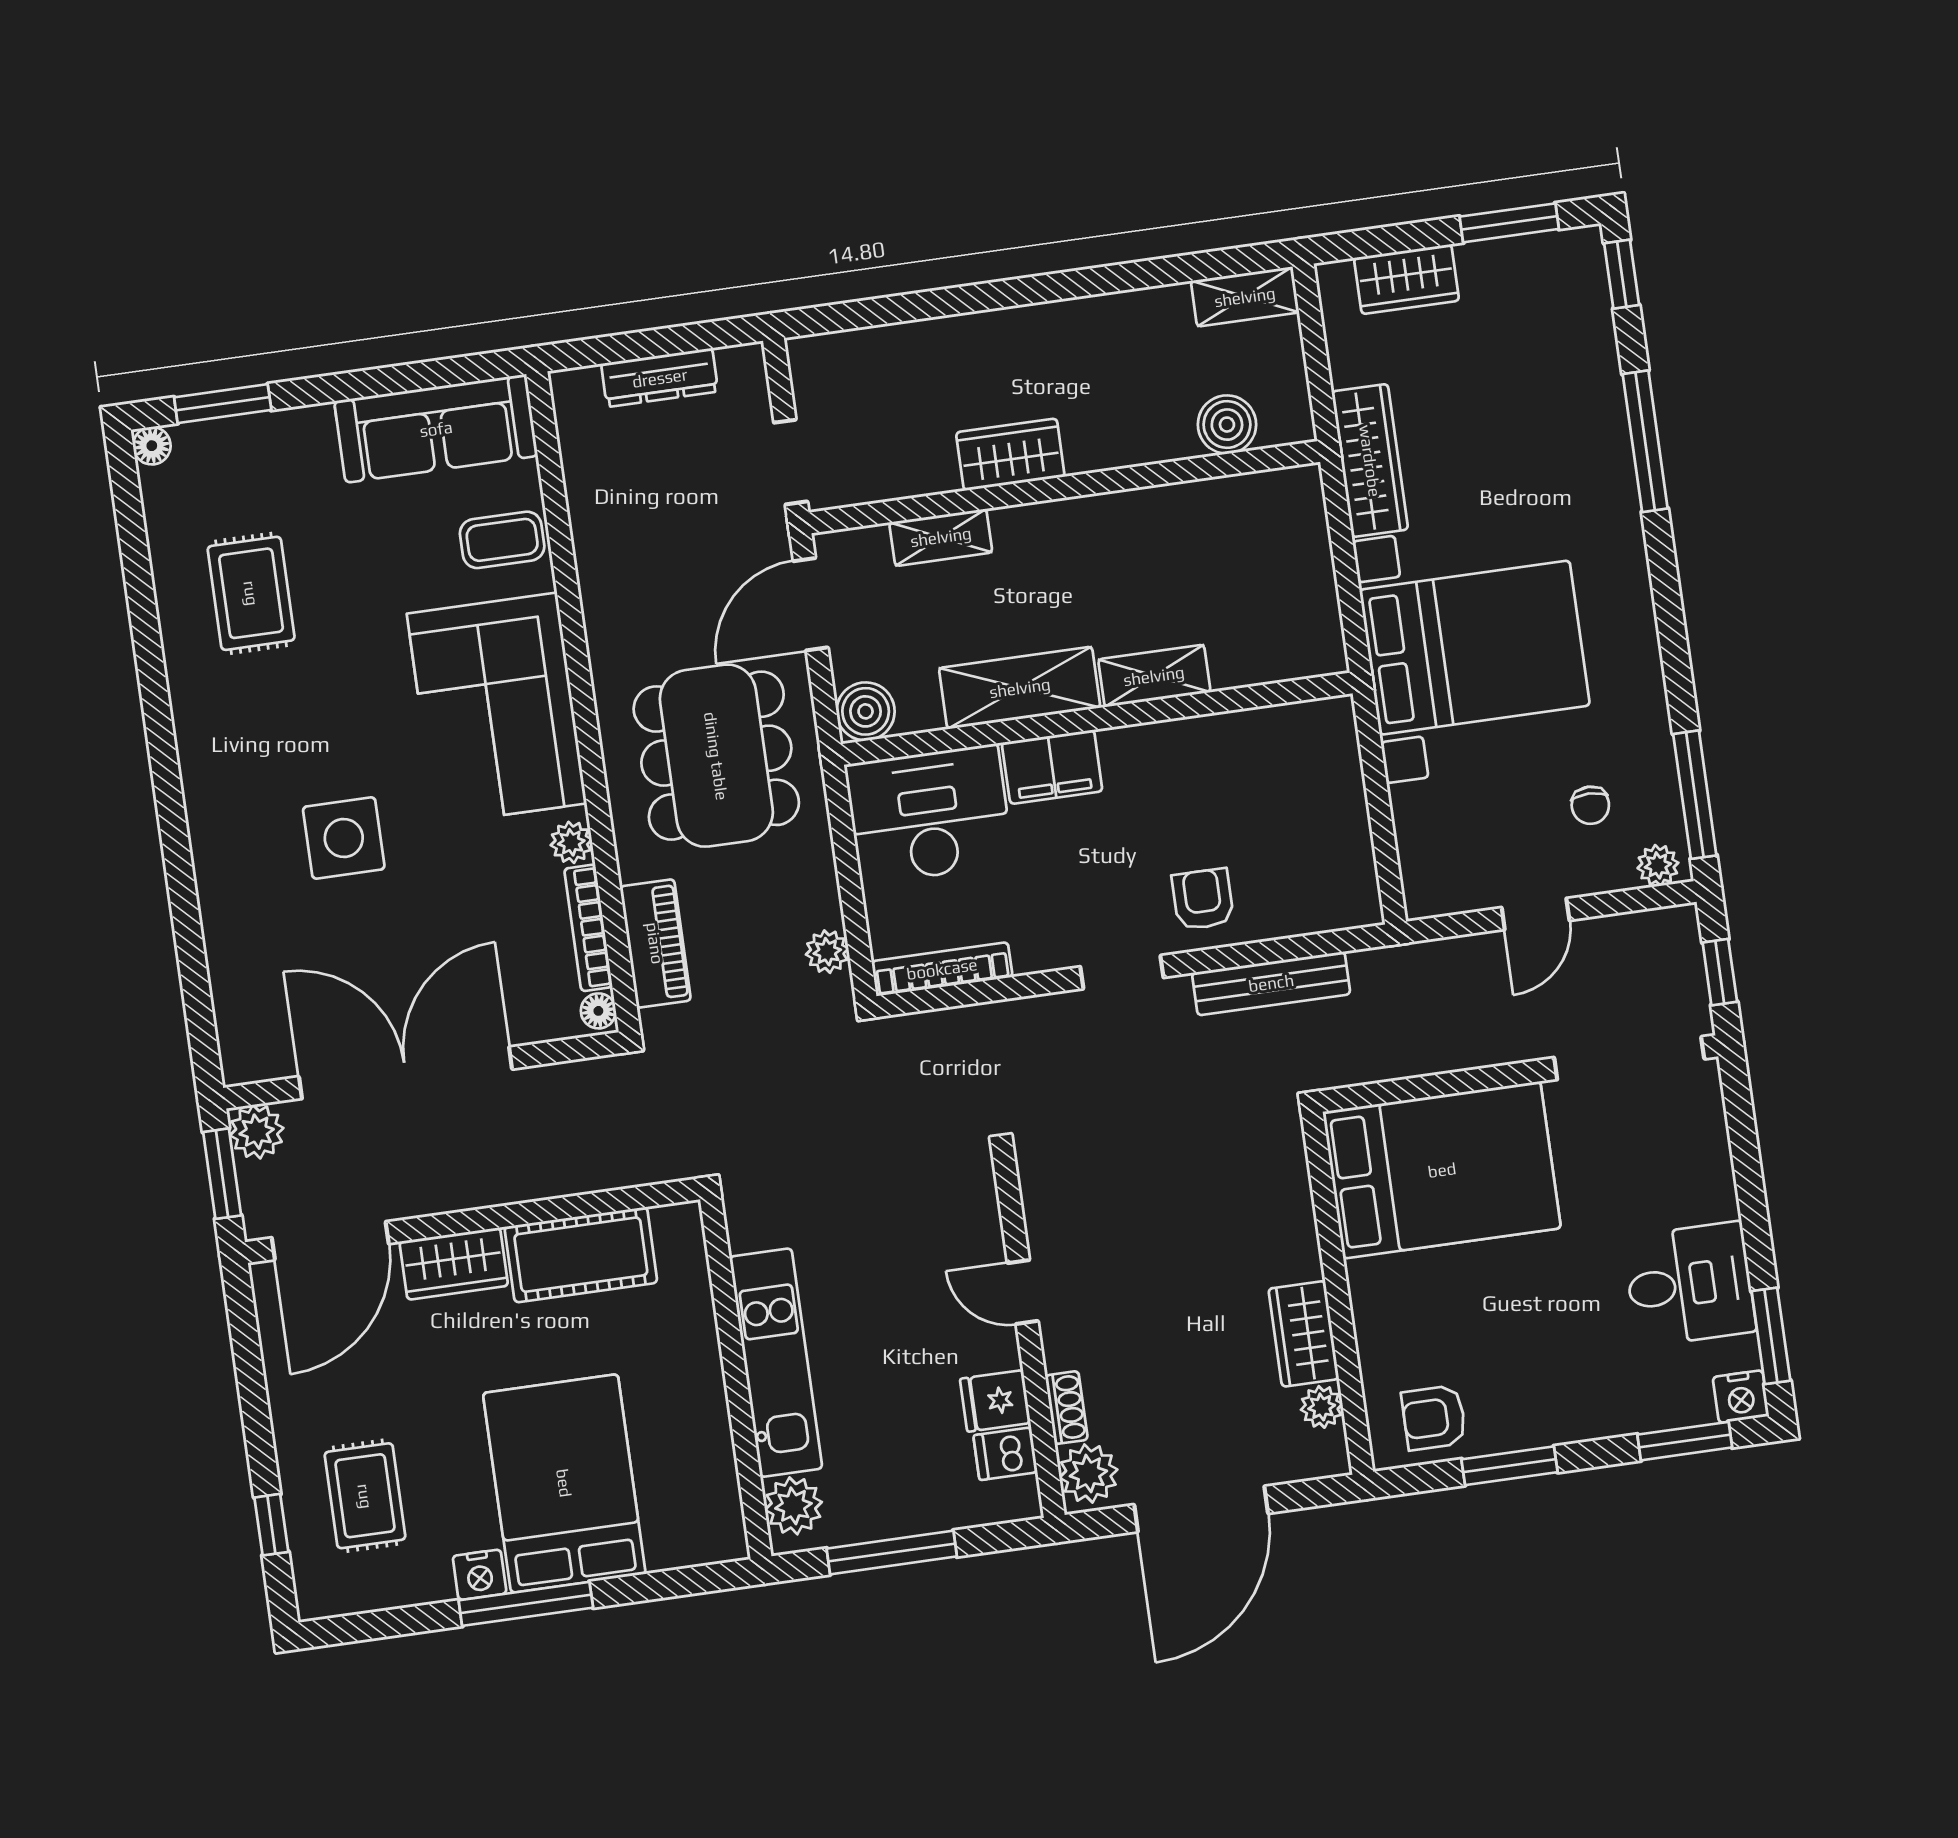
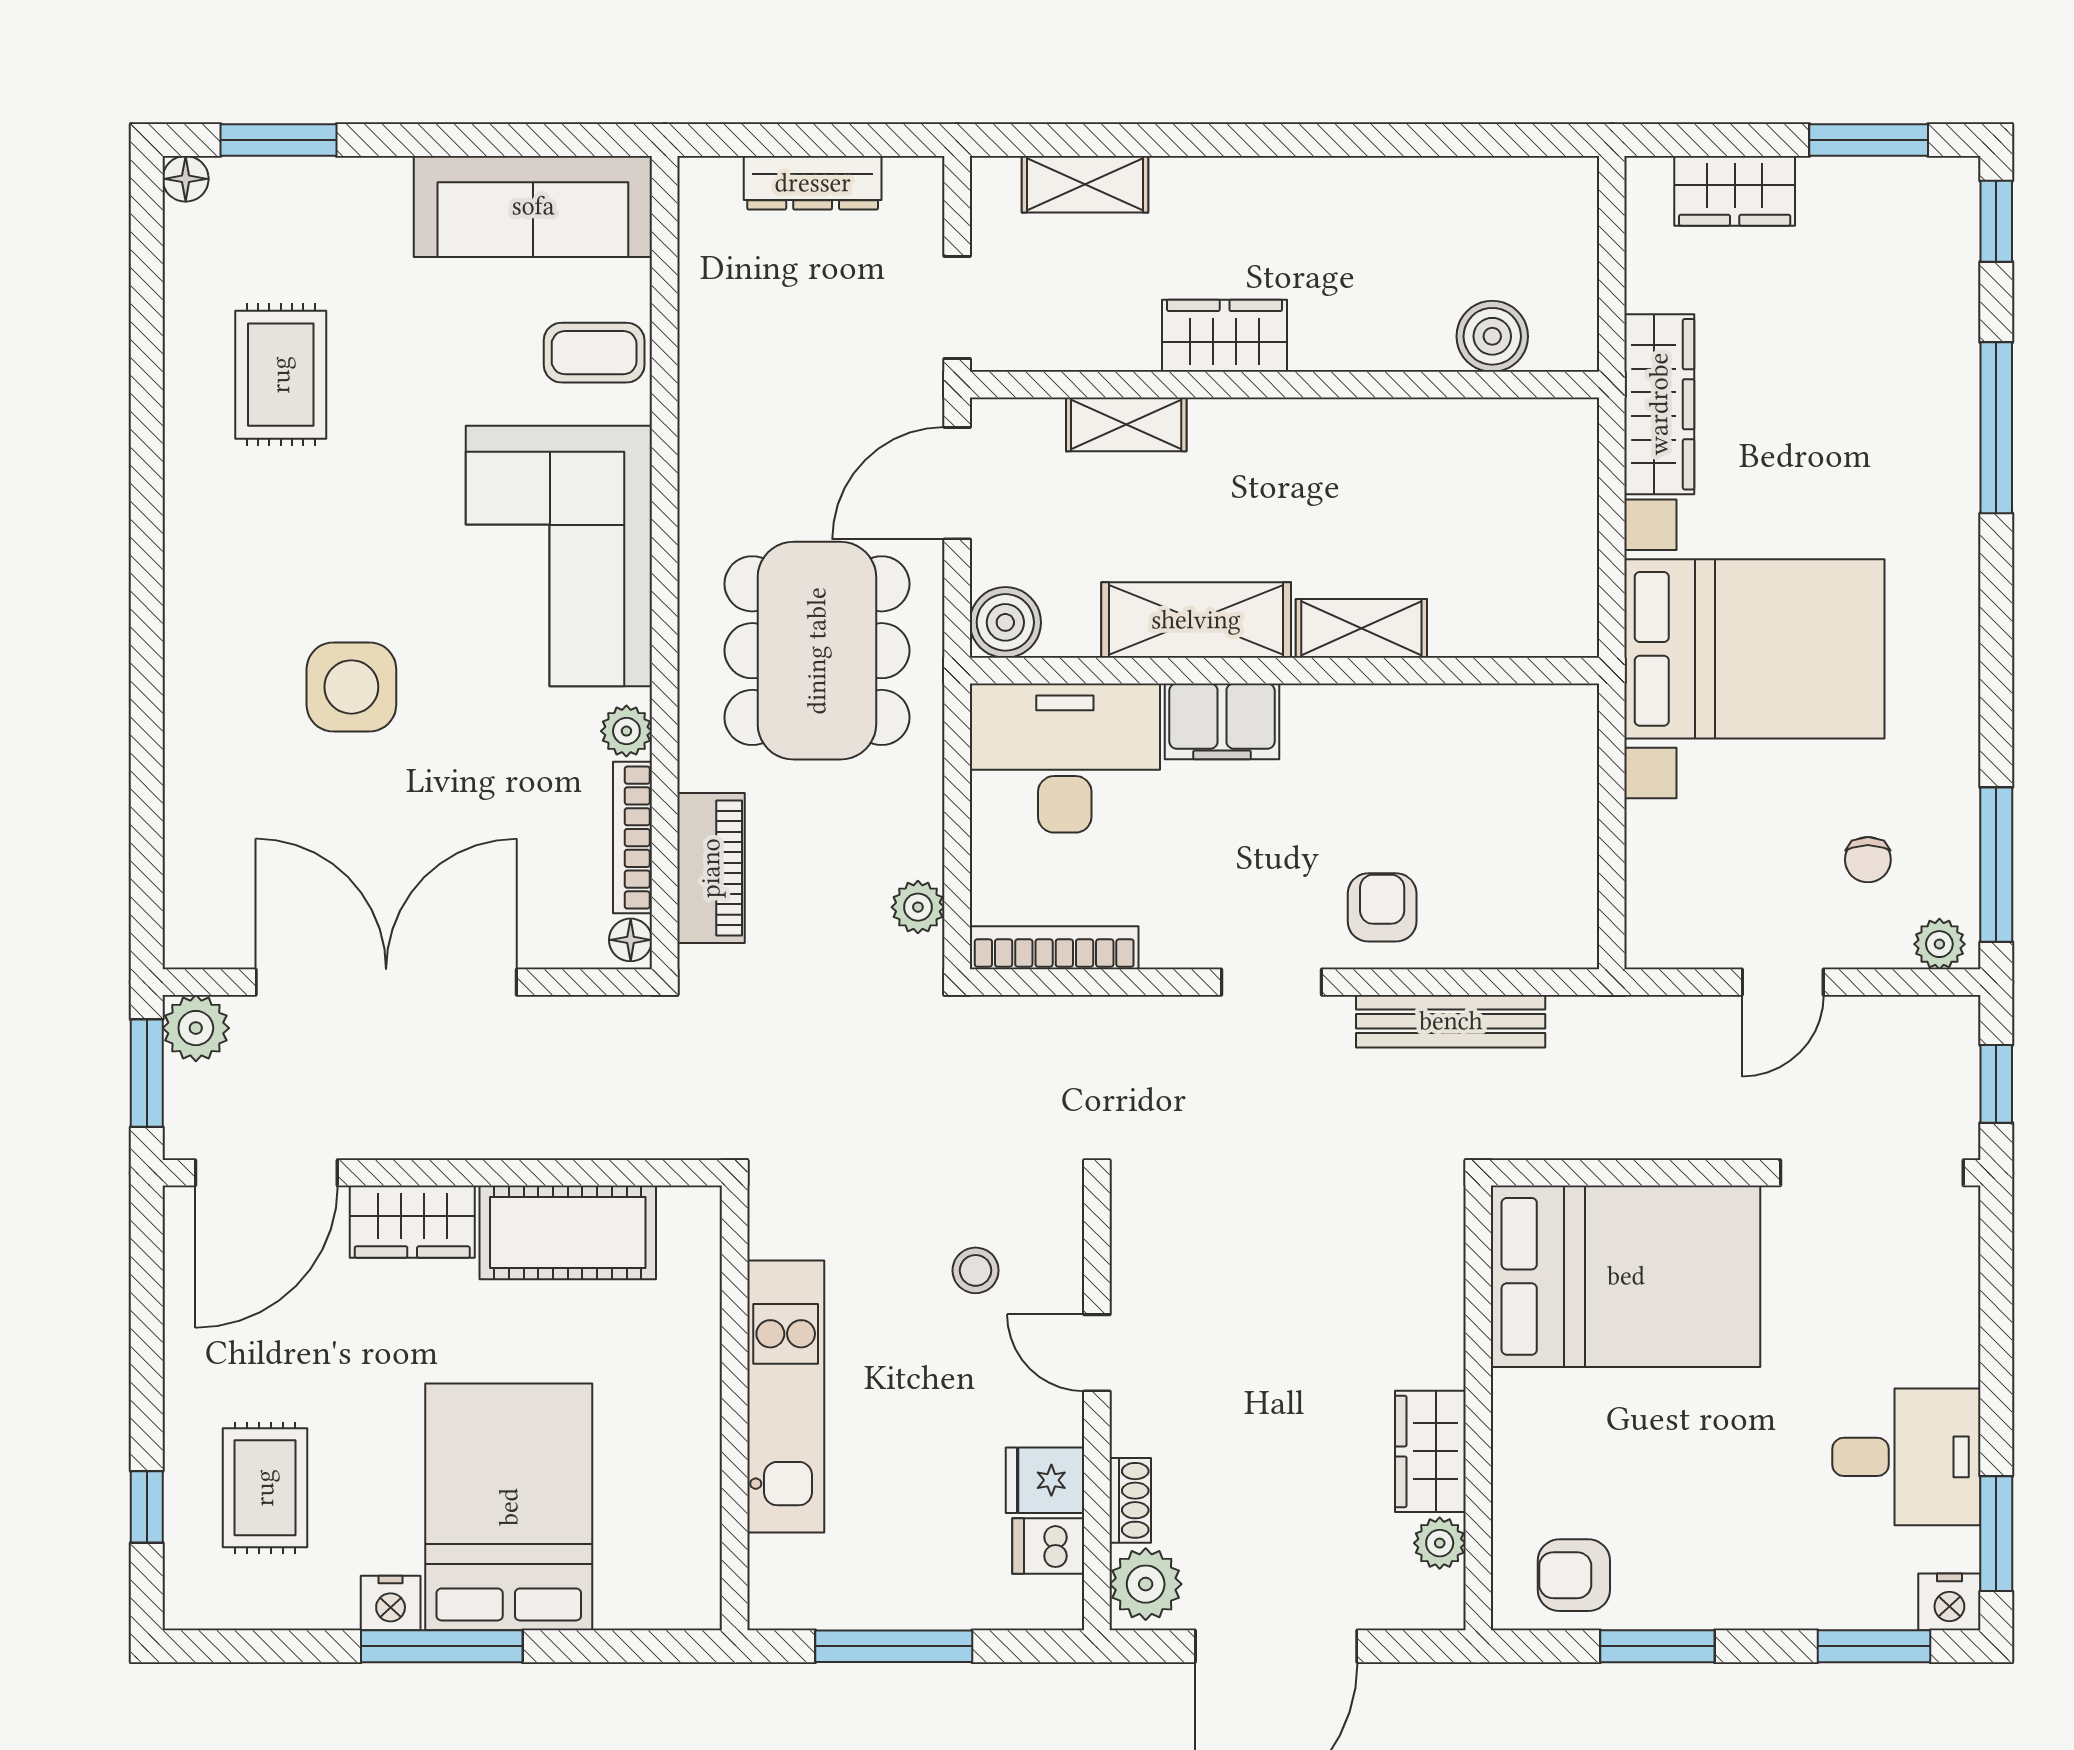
shelving: (1245, 297) -> (1085, 184), moved
stool: (915, 1239) -> (976, 1270), added
plant: (793, 1506) -> (783, 1573), removed

